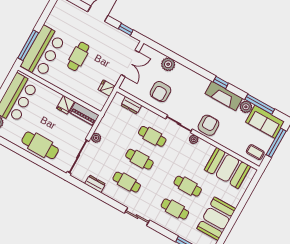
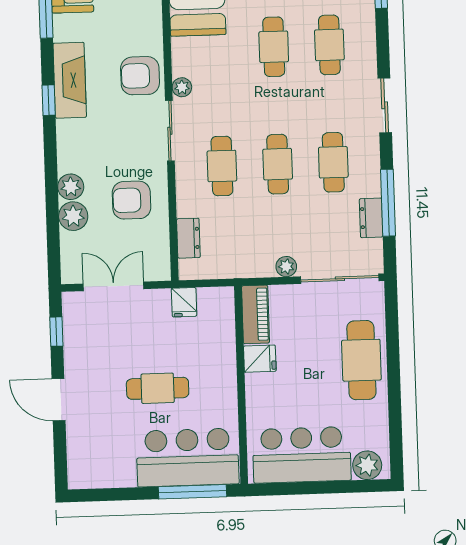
armchair: (160, 92) -> (131, 200), turned 180
plant: (246, 107) -> (71, 187), moved
window: (97, 194) -> (388, 203), added

